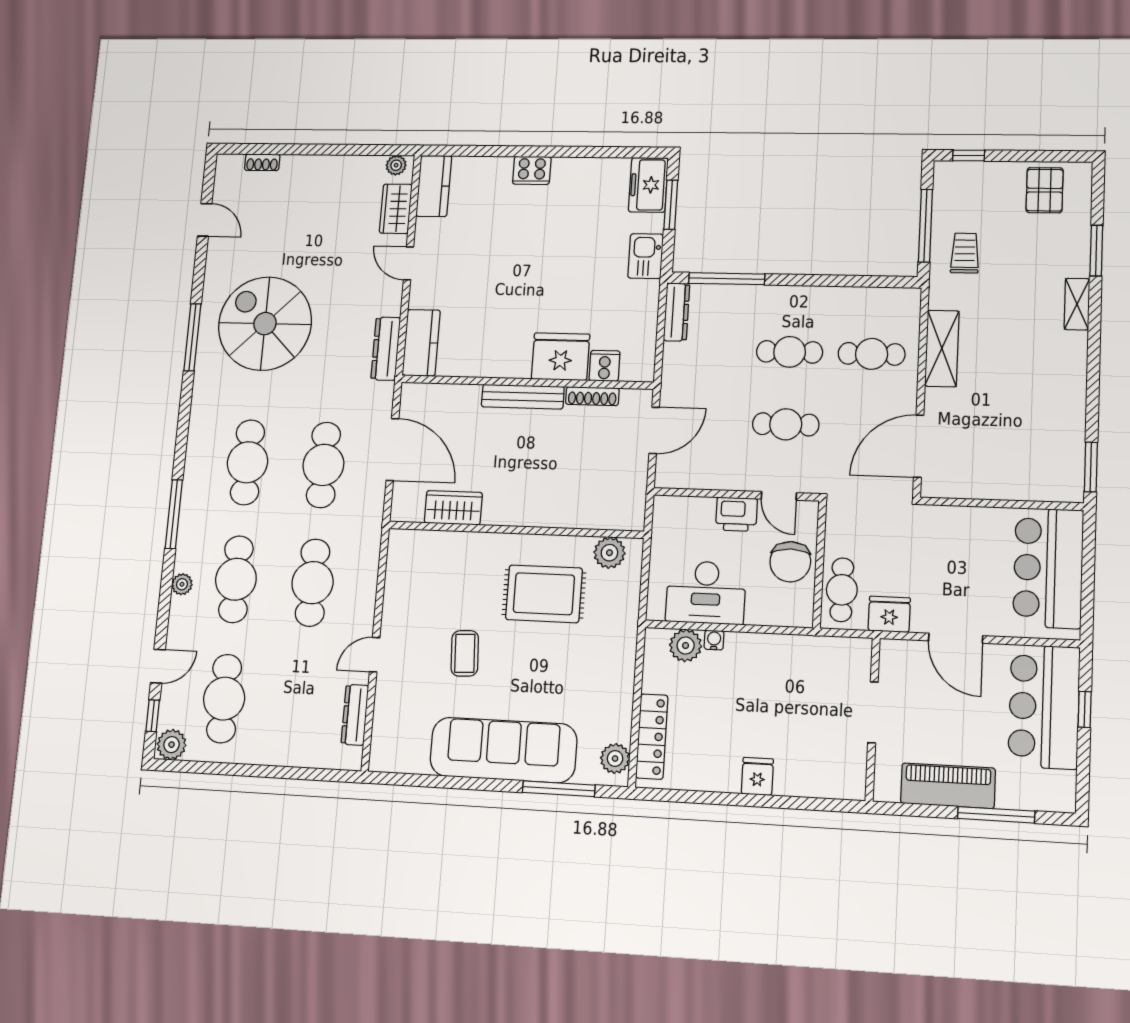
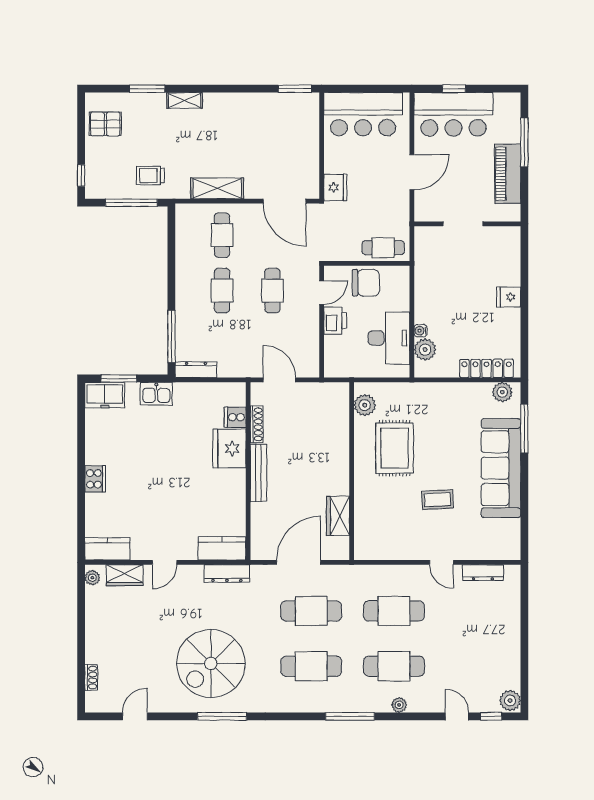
fridge: (889, 614) -> (335, 187), moved, turned 180
cafe table: (224, 699) -> (477, 666), removed

